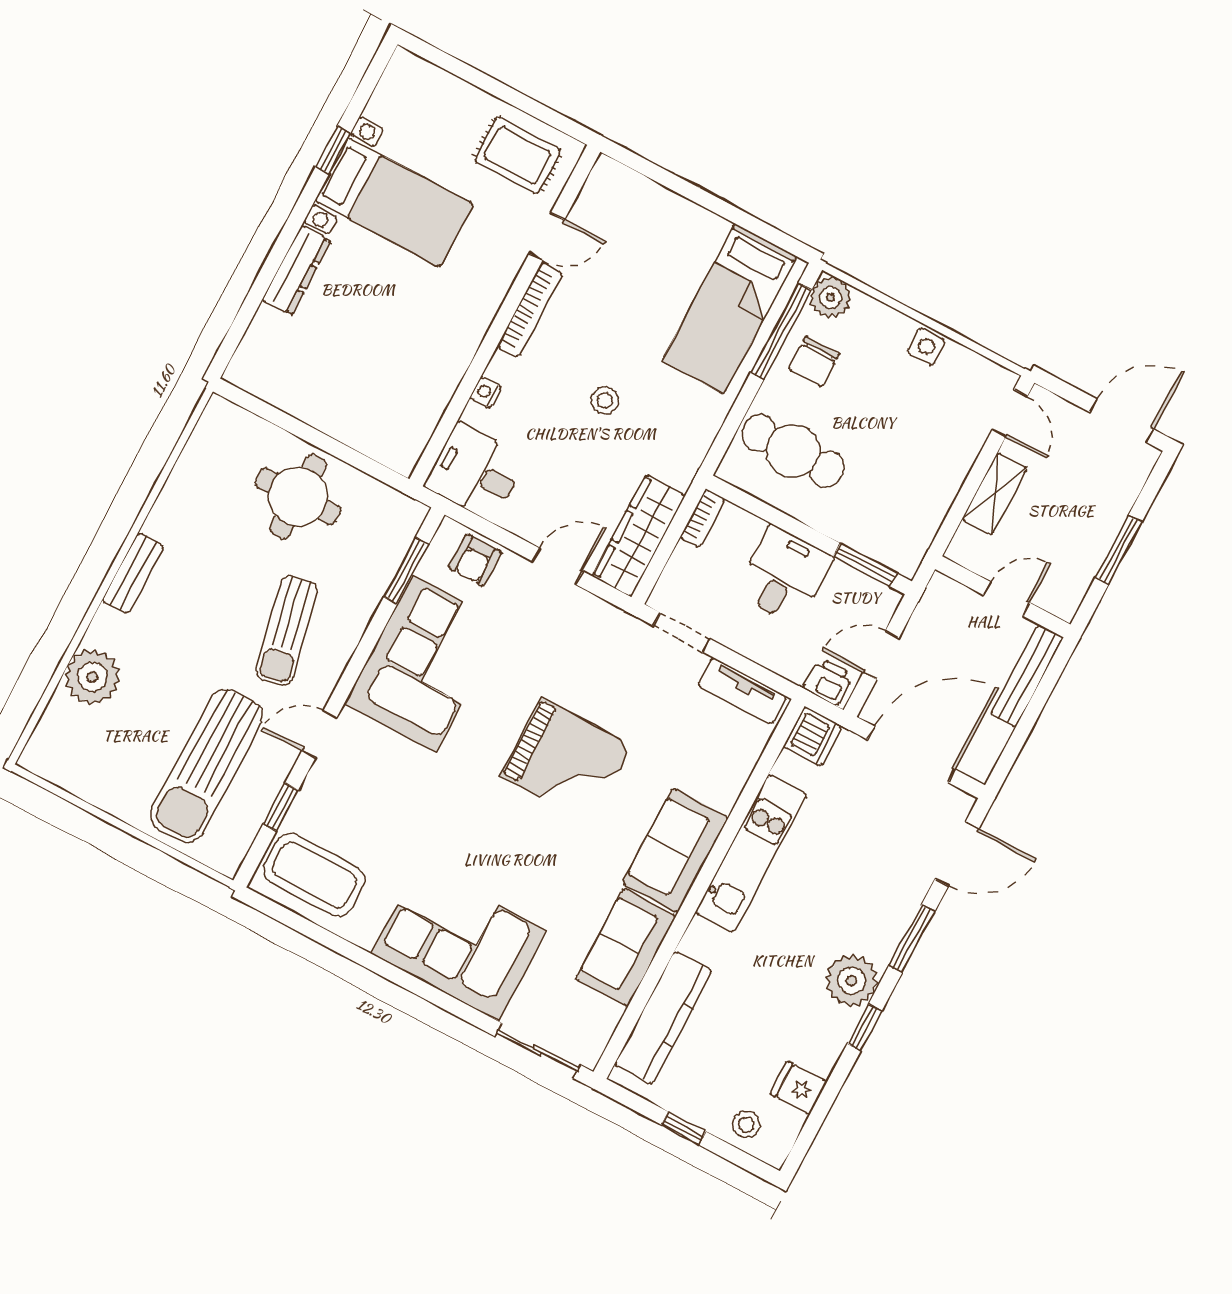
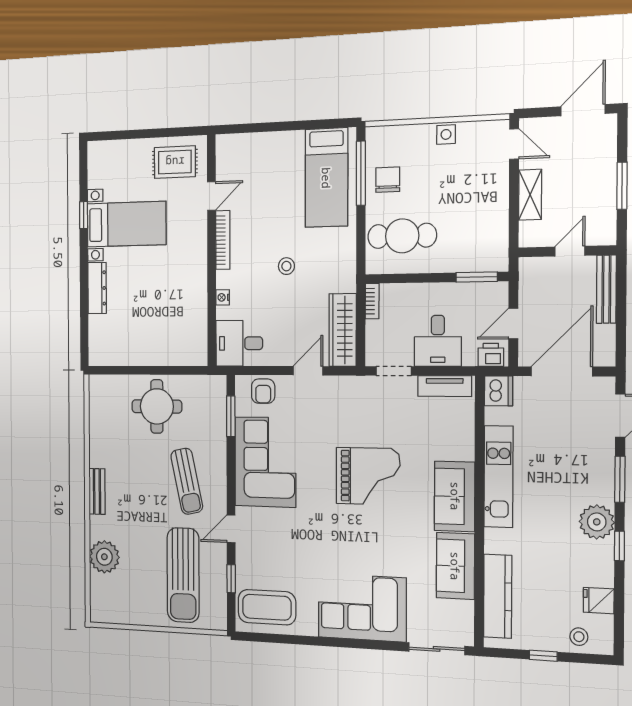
plant: (831, 298) -> (378, 139), removed
chair: (814, 362) -> (388, 180), turned 180
desk: (784, 575) -> (438, 341), moved, turned 180

